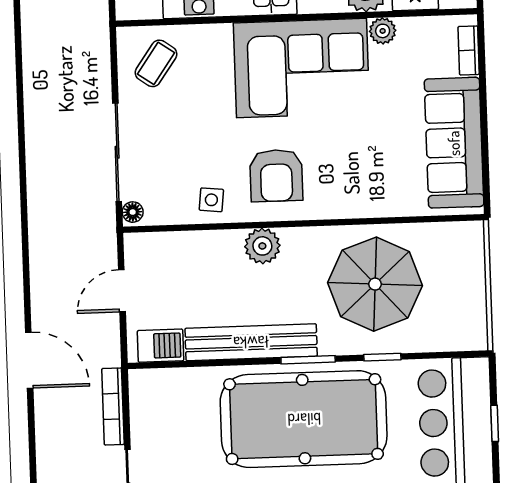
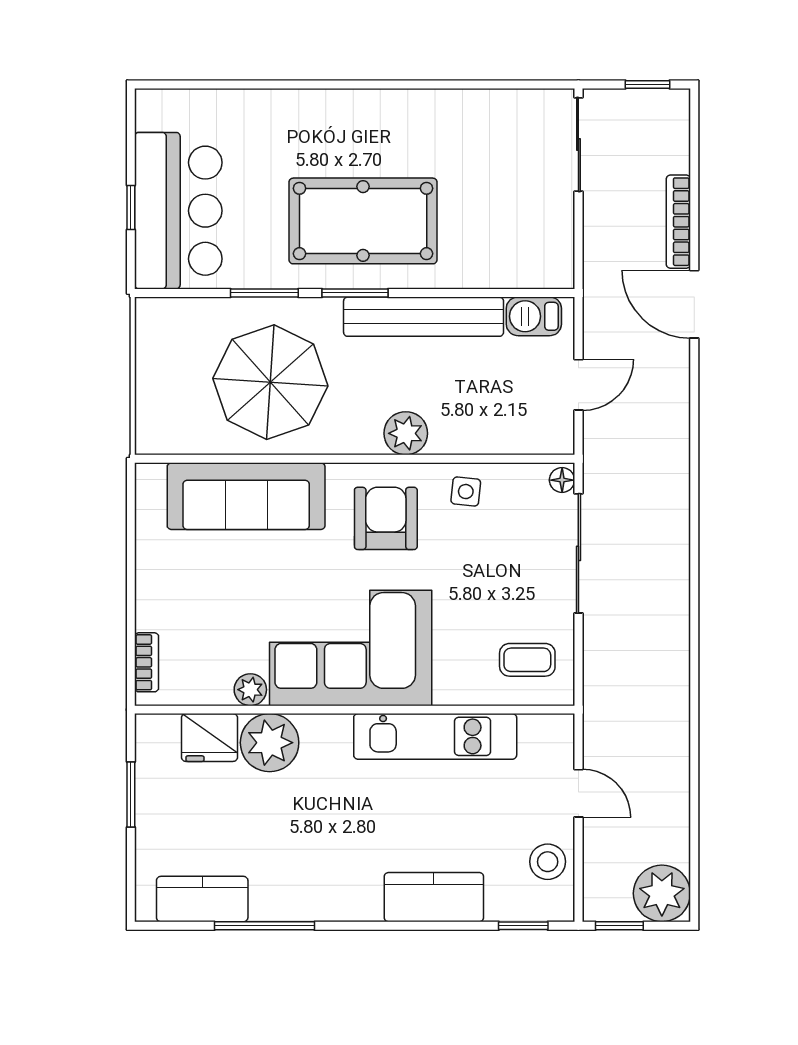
coffee table: (156, 63) -> (527, 660), turned 55
sofa: (454, 143) -> (246, 496), moved, turned 90
window: (382, 357) -> (264, 293), width x1.50
bookcase: (113, 406) -> (678, 222), moved, turned 180
pool table: (304, 419) -> (363, 221), width x0.73, depth x0.76

